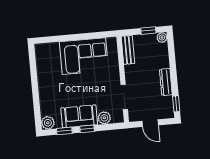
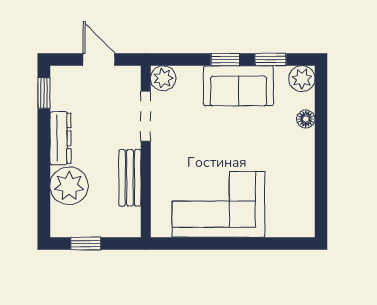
plant: (162, 37) -> (69, 186), moved, width x1.87, depth x1.87
bench: (128, 50) -> (130, 178), moved
floor lamp: (44, 103) -> (306, 119), added
plant: (104, 118) -> (163, 78), moved

